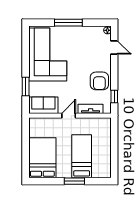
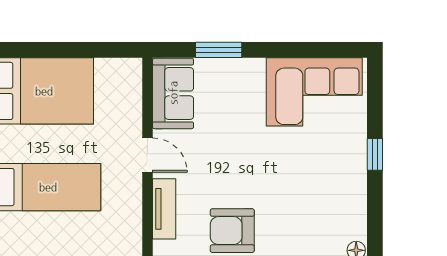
window: (68, 23) -> (375, 154), width x0.46
corner sofa: (48, 55) -> (314, 92), width x0.73, depth x0.74

